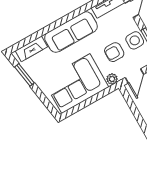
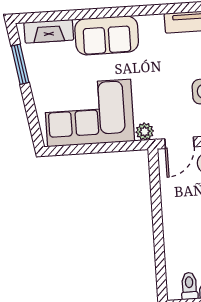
sofa: (71, 32) -> (107, 35), width x0.73
armchair: (114, 52) -> (167, 94), removed

